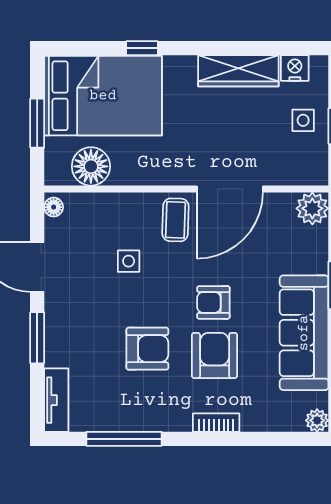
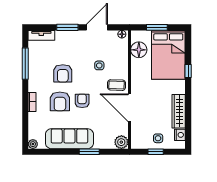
armchair: (215, 355) -> (60, 101), turned 90

